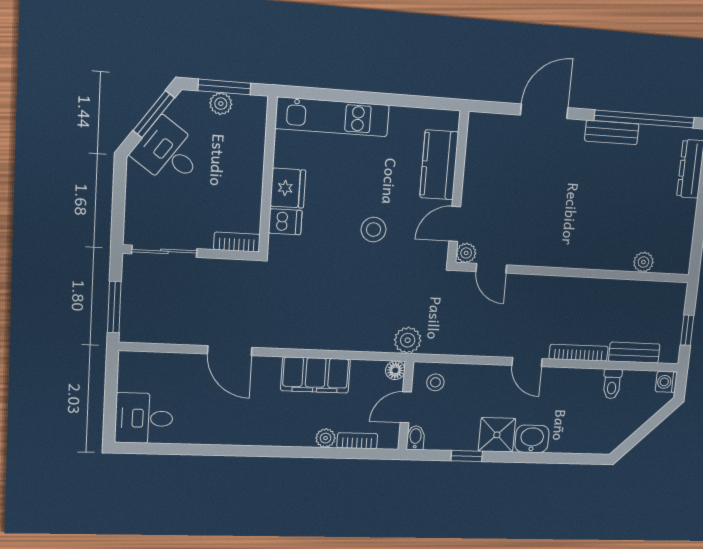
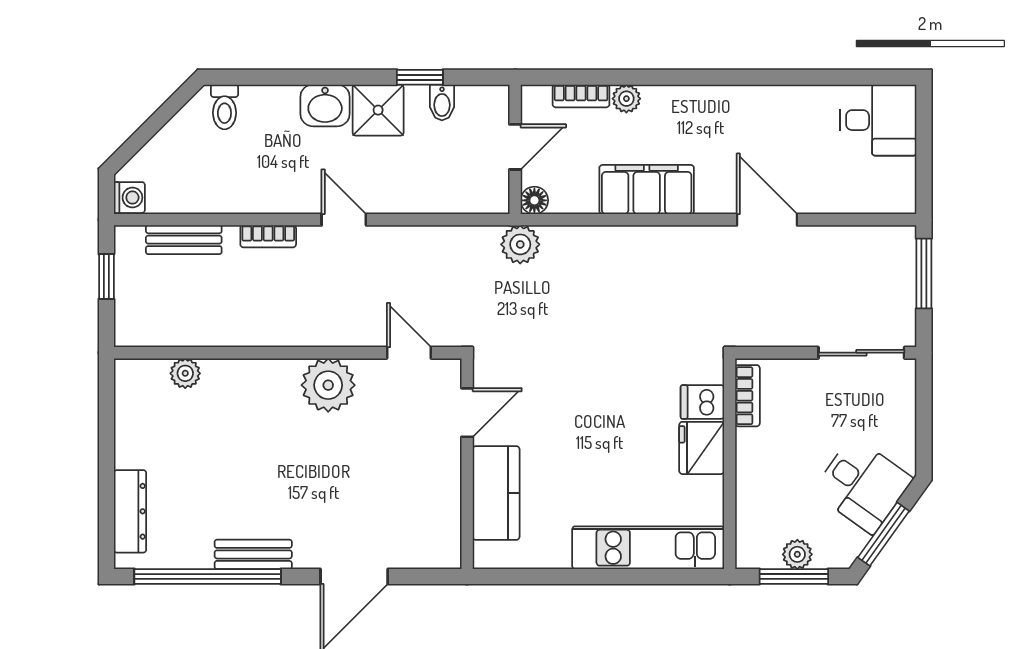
stool: (374, 230) -> (581, 398), removed
bookcase: (237, 242) -> (748, 396), moved, turned -90
plant: (466, 253) -> (328, 385), moved, width x1.88, depth x1.88
bookcase: (579, 353) -> (268, 236), width x0.64
stool: (435, 382) -> (475, 185), removed
toilet: (612, 384) -> (224, 107), moved, turned 180
bidet: (415, 438) -> (442, 102), moved

